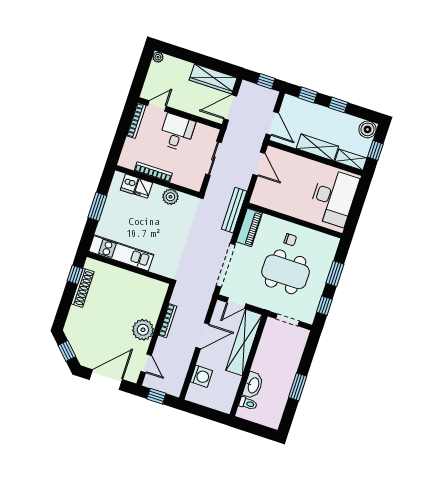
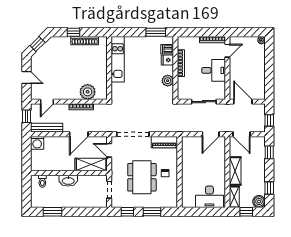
wardrobe: (213, 79) -> (259, 83), removed
window: (338, 105) -> (269, 188), moved
door: (157, 106) -> (227, 51), hinge flipped
door: (272, 123) -> (242, 134), hinge flipped
desk: (334, 197) -> (209, 197), width x0.73, depth x0.77
window: (97, 207) -> (156, 32), moved
bench: (234, 210) -> (47, 128), moved
window: (75, 275) -> (74, 32), moved
plant: (143, 330) -> (88, 92), moved
door: (202, 336) -> (79, 134), hinge flipped
shelving: (244, 342) -> (91, 165), width x0.68
washing machine: (201, 376) -> (37, 143), moved
door: (106, 380) -> (27, 78), width x0.53
washbasin: (253, 385) -> (68, 181), moved
window: (298, 387) -> (53, 212), moved

